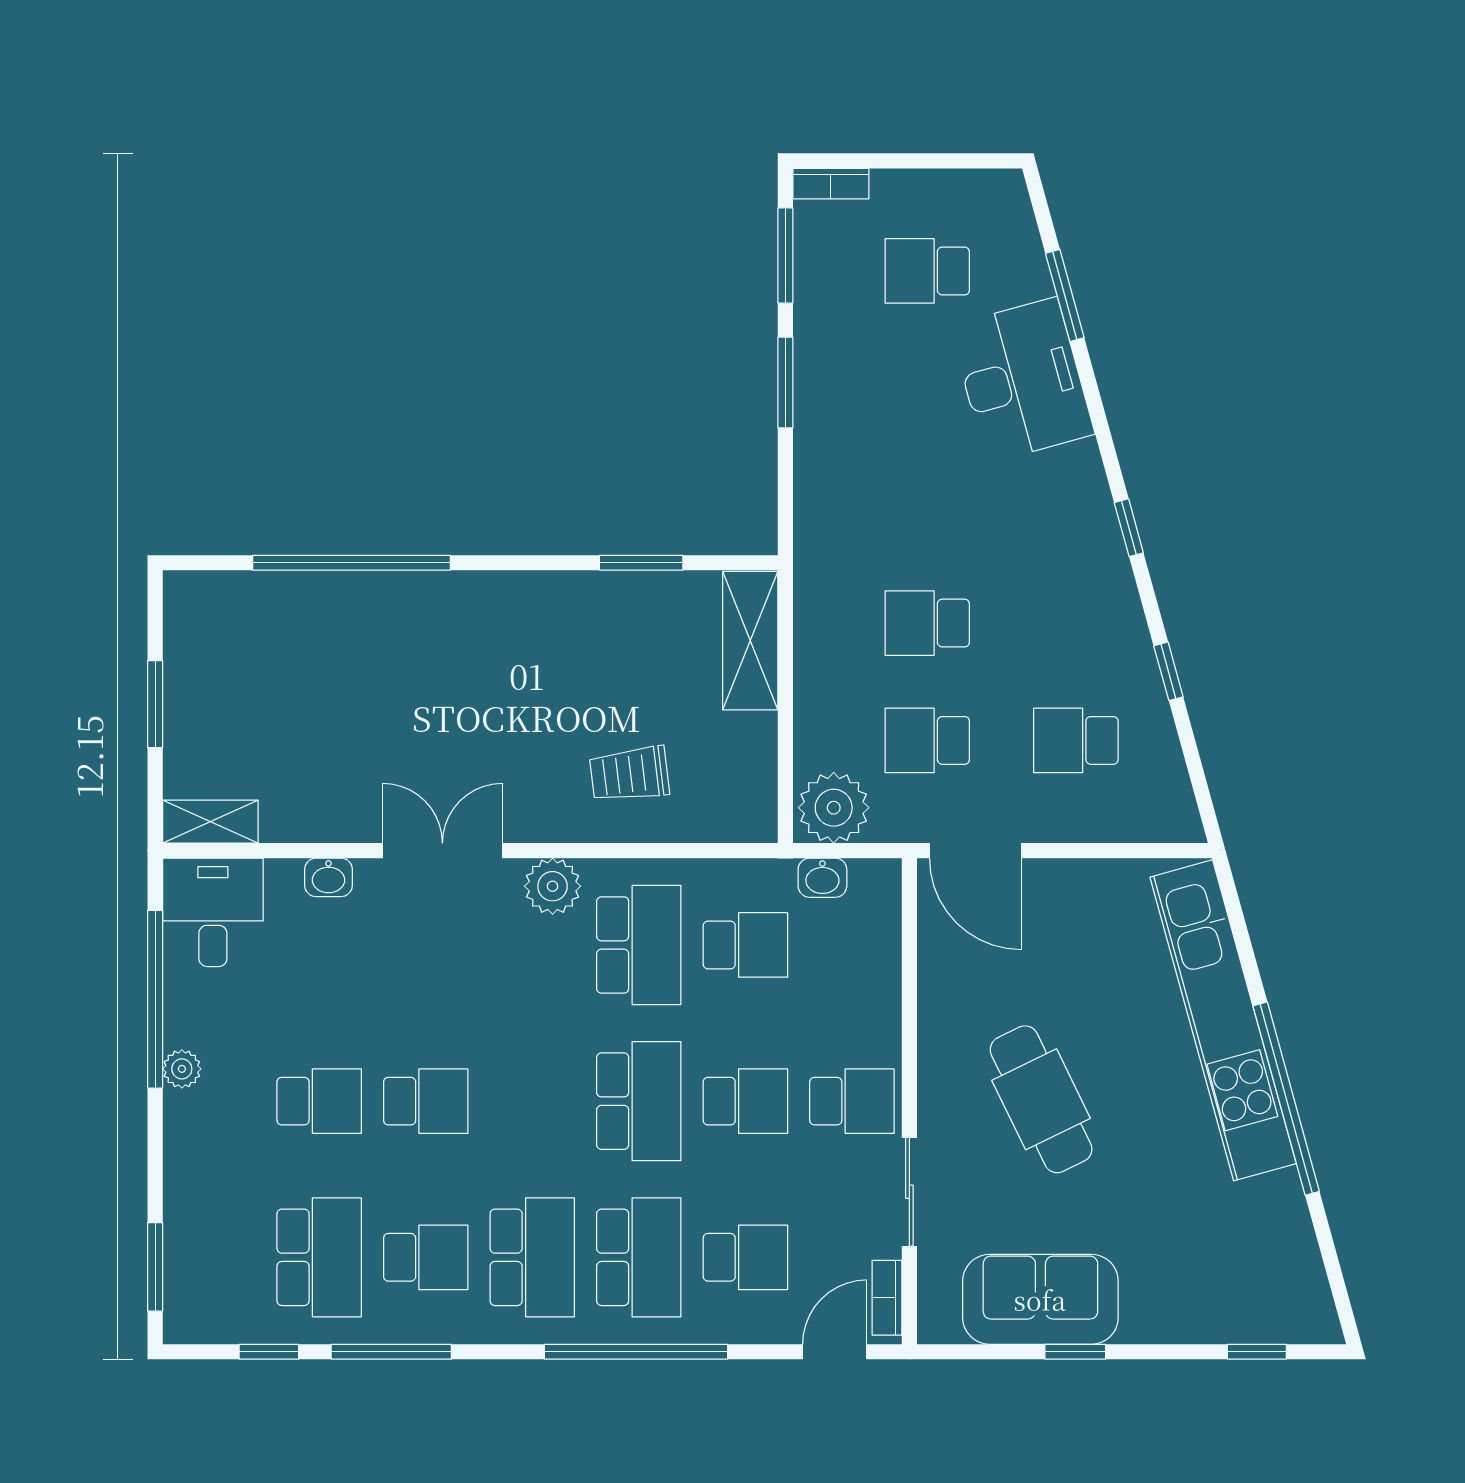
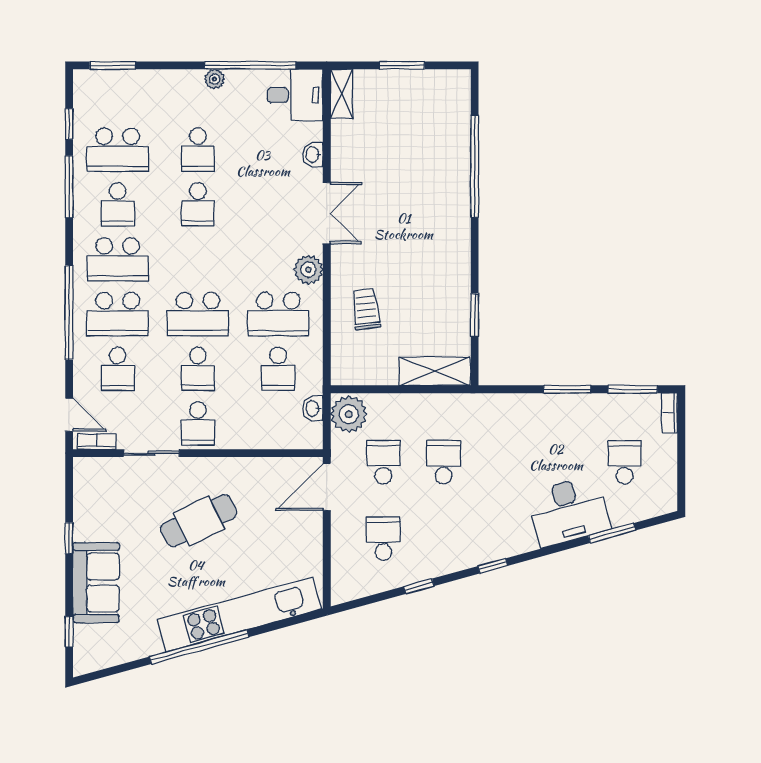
sofa: (1040, 1299) -> (96, 583), moved

